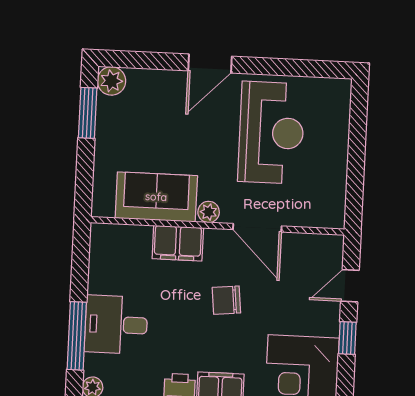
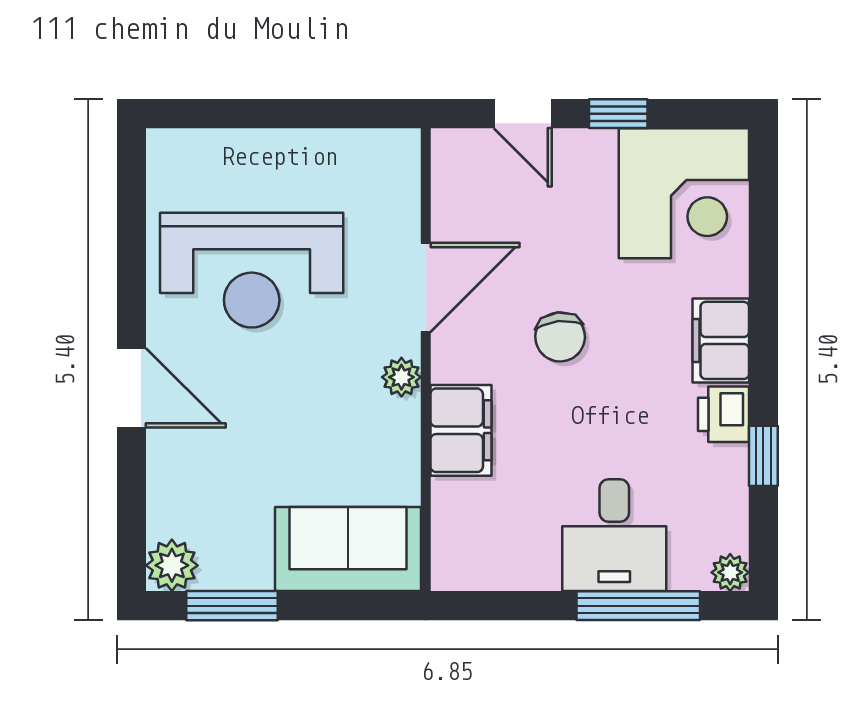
reception desk: (271, 133) -> (252, 270), turned 180
sofa: (156, 197) -> (348, 549), moved, turned 90

